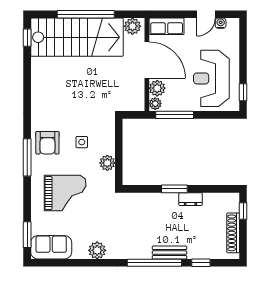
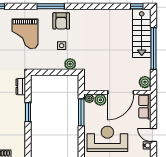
stairs: (77, 37) -> (142, 33), width x0.73, depth x0.66
armchair: (47, 143) -> (61, 21), turned -90
plant: (107, 163) -> (70, 64), moved
dresser: (191, 199) -> (21, 87), moved

